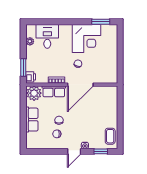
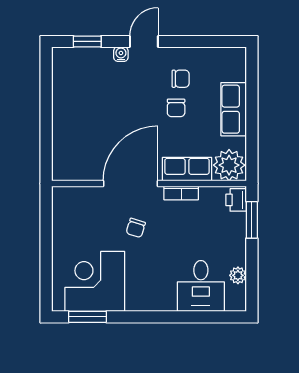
corner desk: (86, 38) -> (95, 281), moved
coffee table: (110, 136) -> (67, 74), removed

